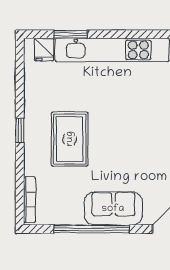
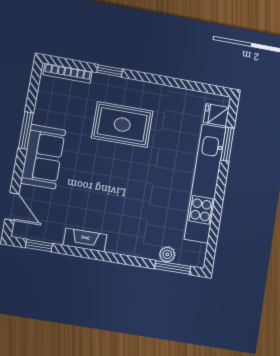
window: (20, 130) -> (110, 71), moved
window: (91, 229) -> (26, 131), width x0.47

